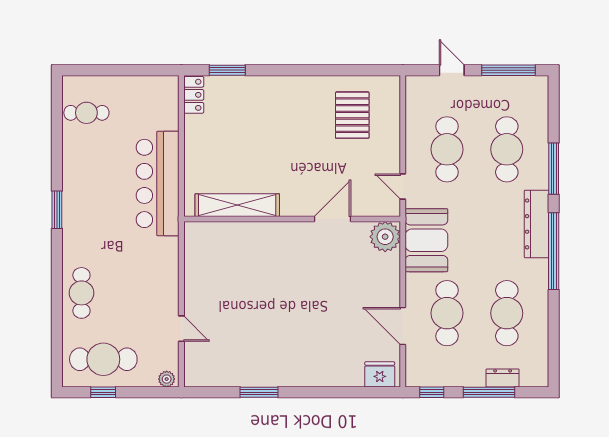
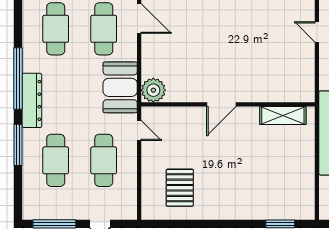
locker: (194, 95) -> (307, 204), removed
shelving: (237, 205) -> (283, 116), width x0.68
door: (333, 219) -> (221, 104), moved
door: (181, 329) -> (317, 32), moved

